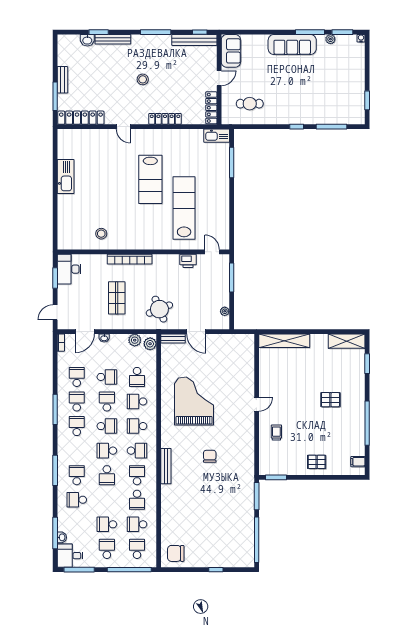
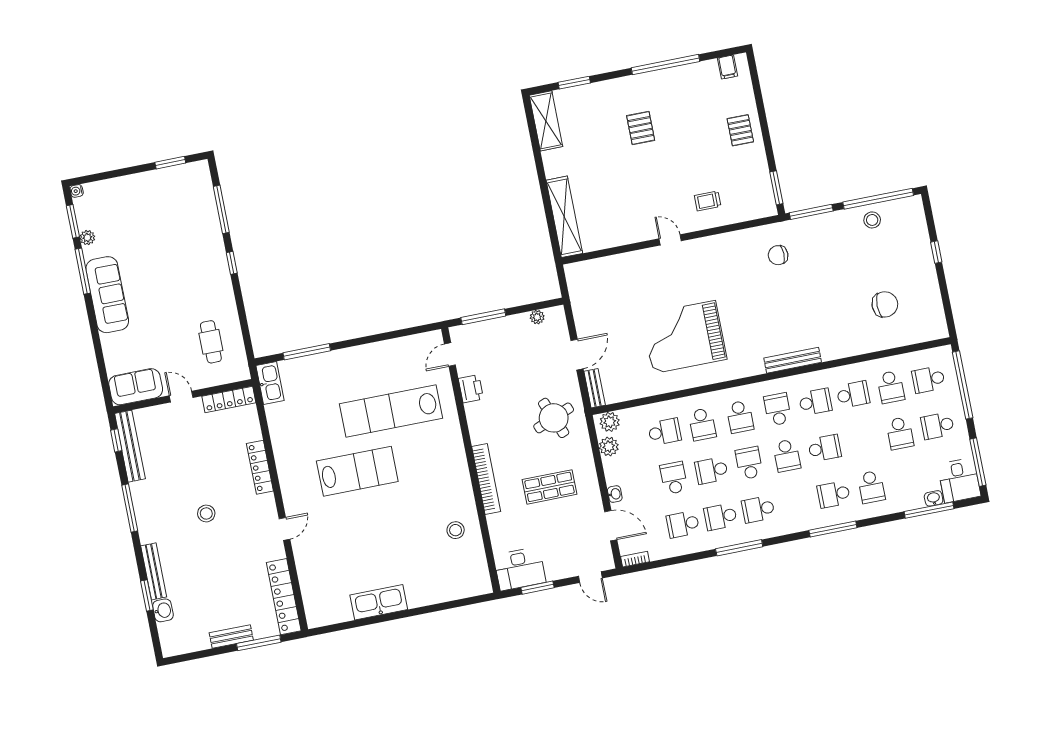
chair: (210, 456) -> (778, 255), moved
school desk: (137, 475) -> (815, 402), turned 180
stool: (244, 533) -> (872, 220), added
chair: (176, 553) -> (885, 304), moved, turned -90

